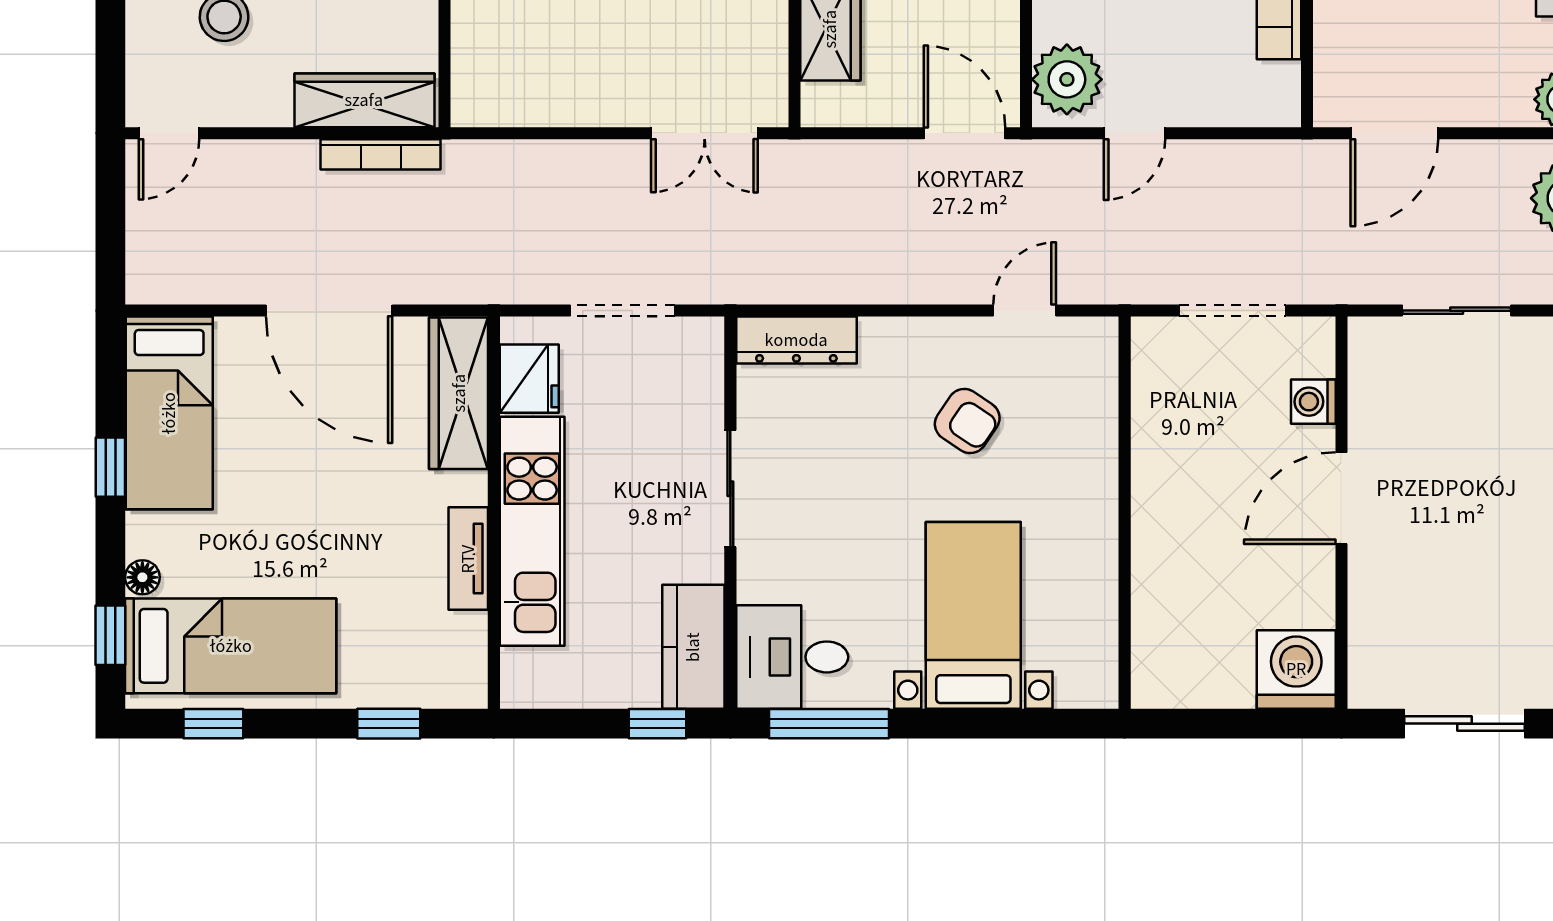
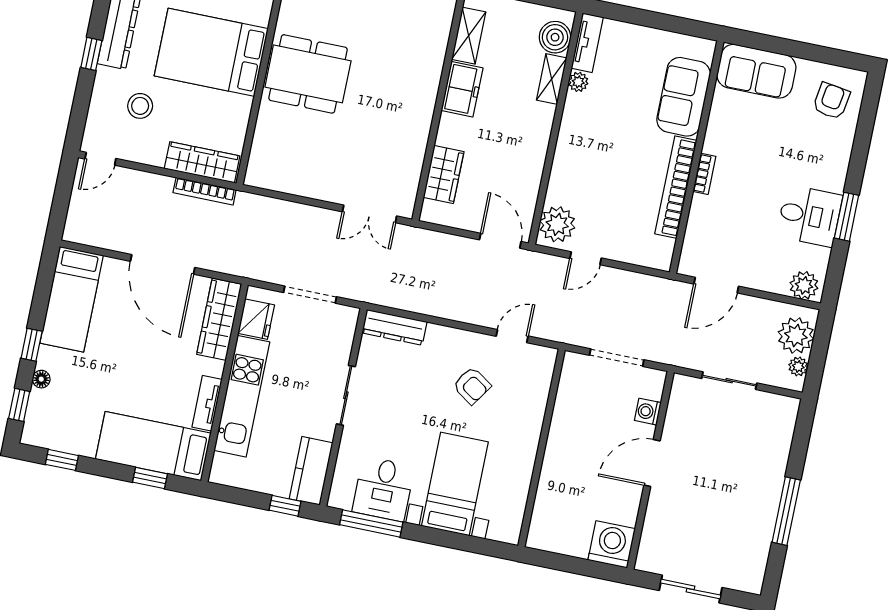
window: (110, 467) -> (32, 345), moved
bed: (231, 646) -> (153, 446), moved, turned 180
desk: (792, 657) -> (383, 489), moved, turned -90

